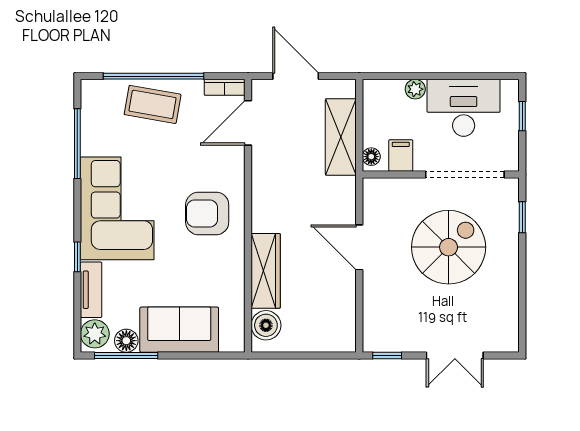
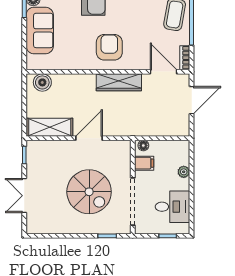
desk: (464, 108) -> (173, 207), width x0.73
shelving: (341, 137) -> (50, 127), moved
wardrobe: (266, 271) -> (119, 82), moved

